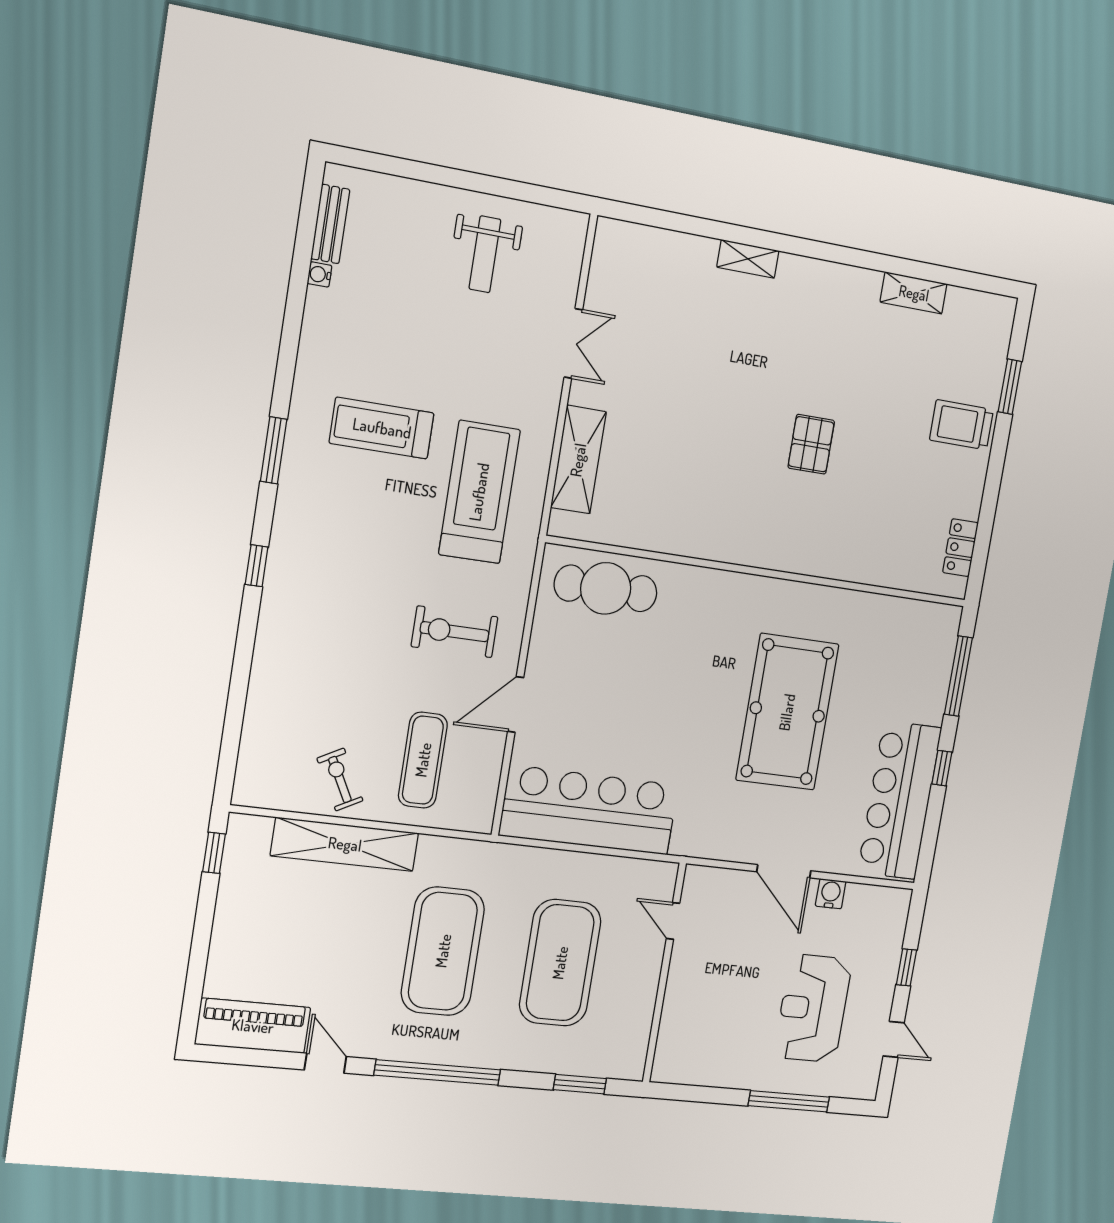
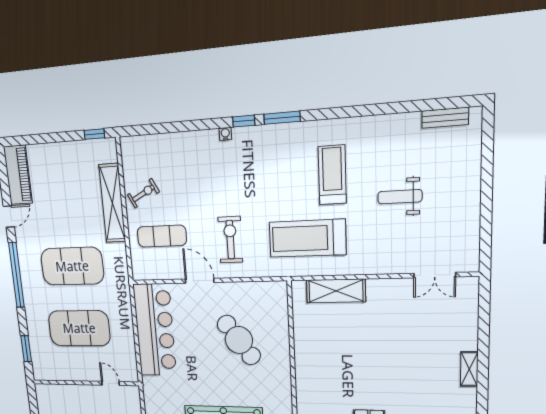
weight bench: (485, 254) -> (400, 197), moved
water cooler: (320, 274) -> (225, 134), moved
double door: (573, 344) -> (435, 275), moved
window: (274, 450) -> (282, 118), moved
treadmill: (479, 492) -> (307, 238), turned 180
cafe table: (606, 588) -> (239, 340), moved, turned -36
door: (673, 921) -> (110, 383), hinge flipped

